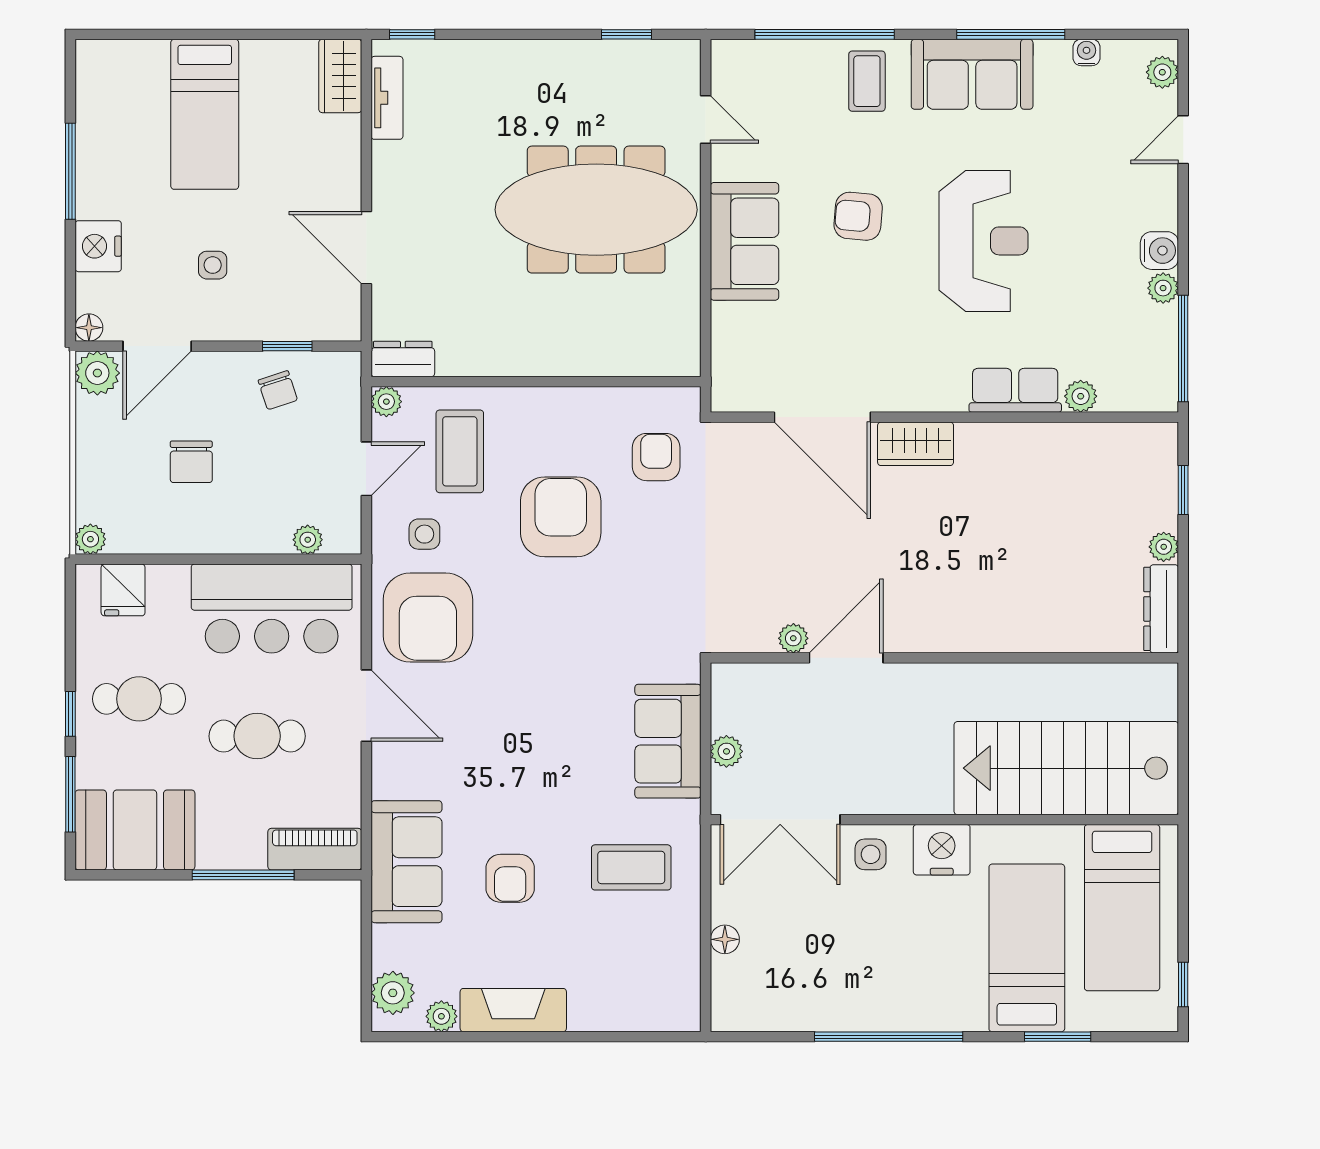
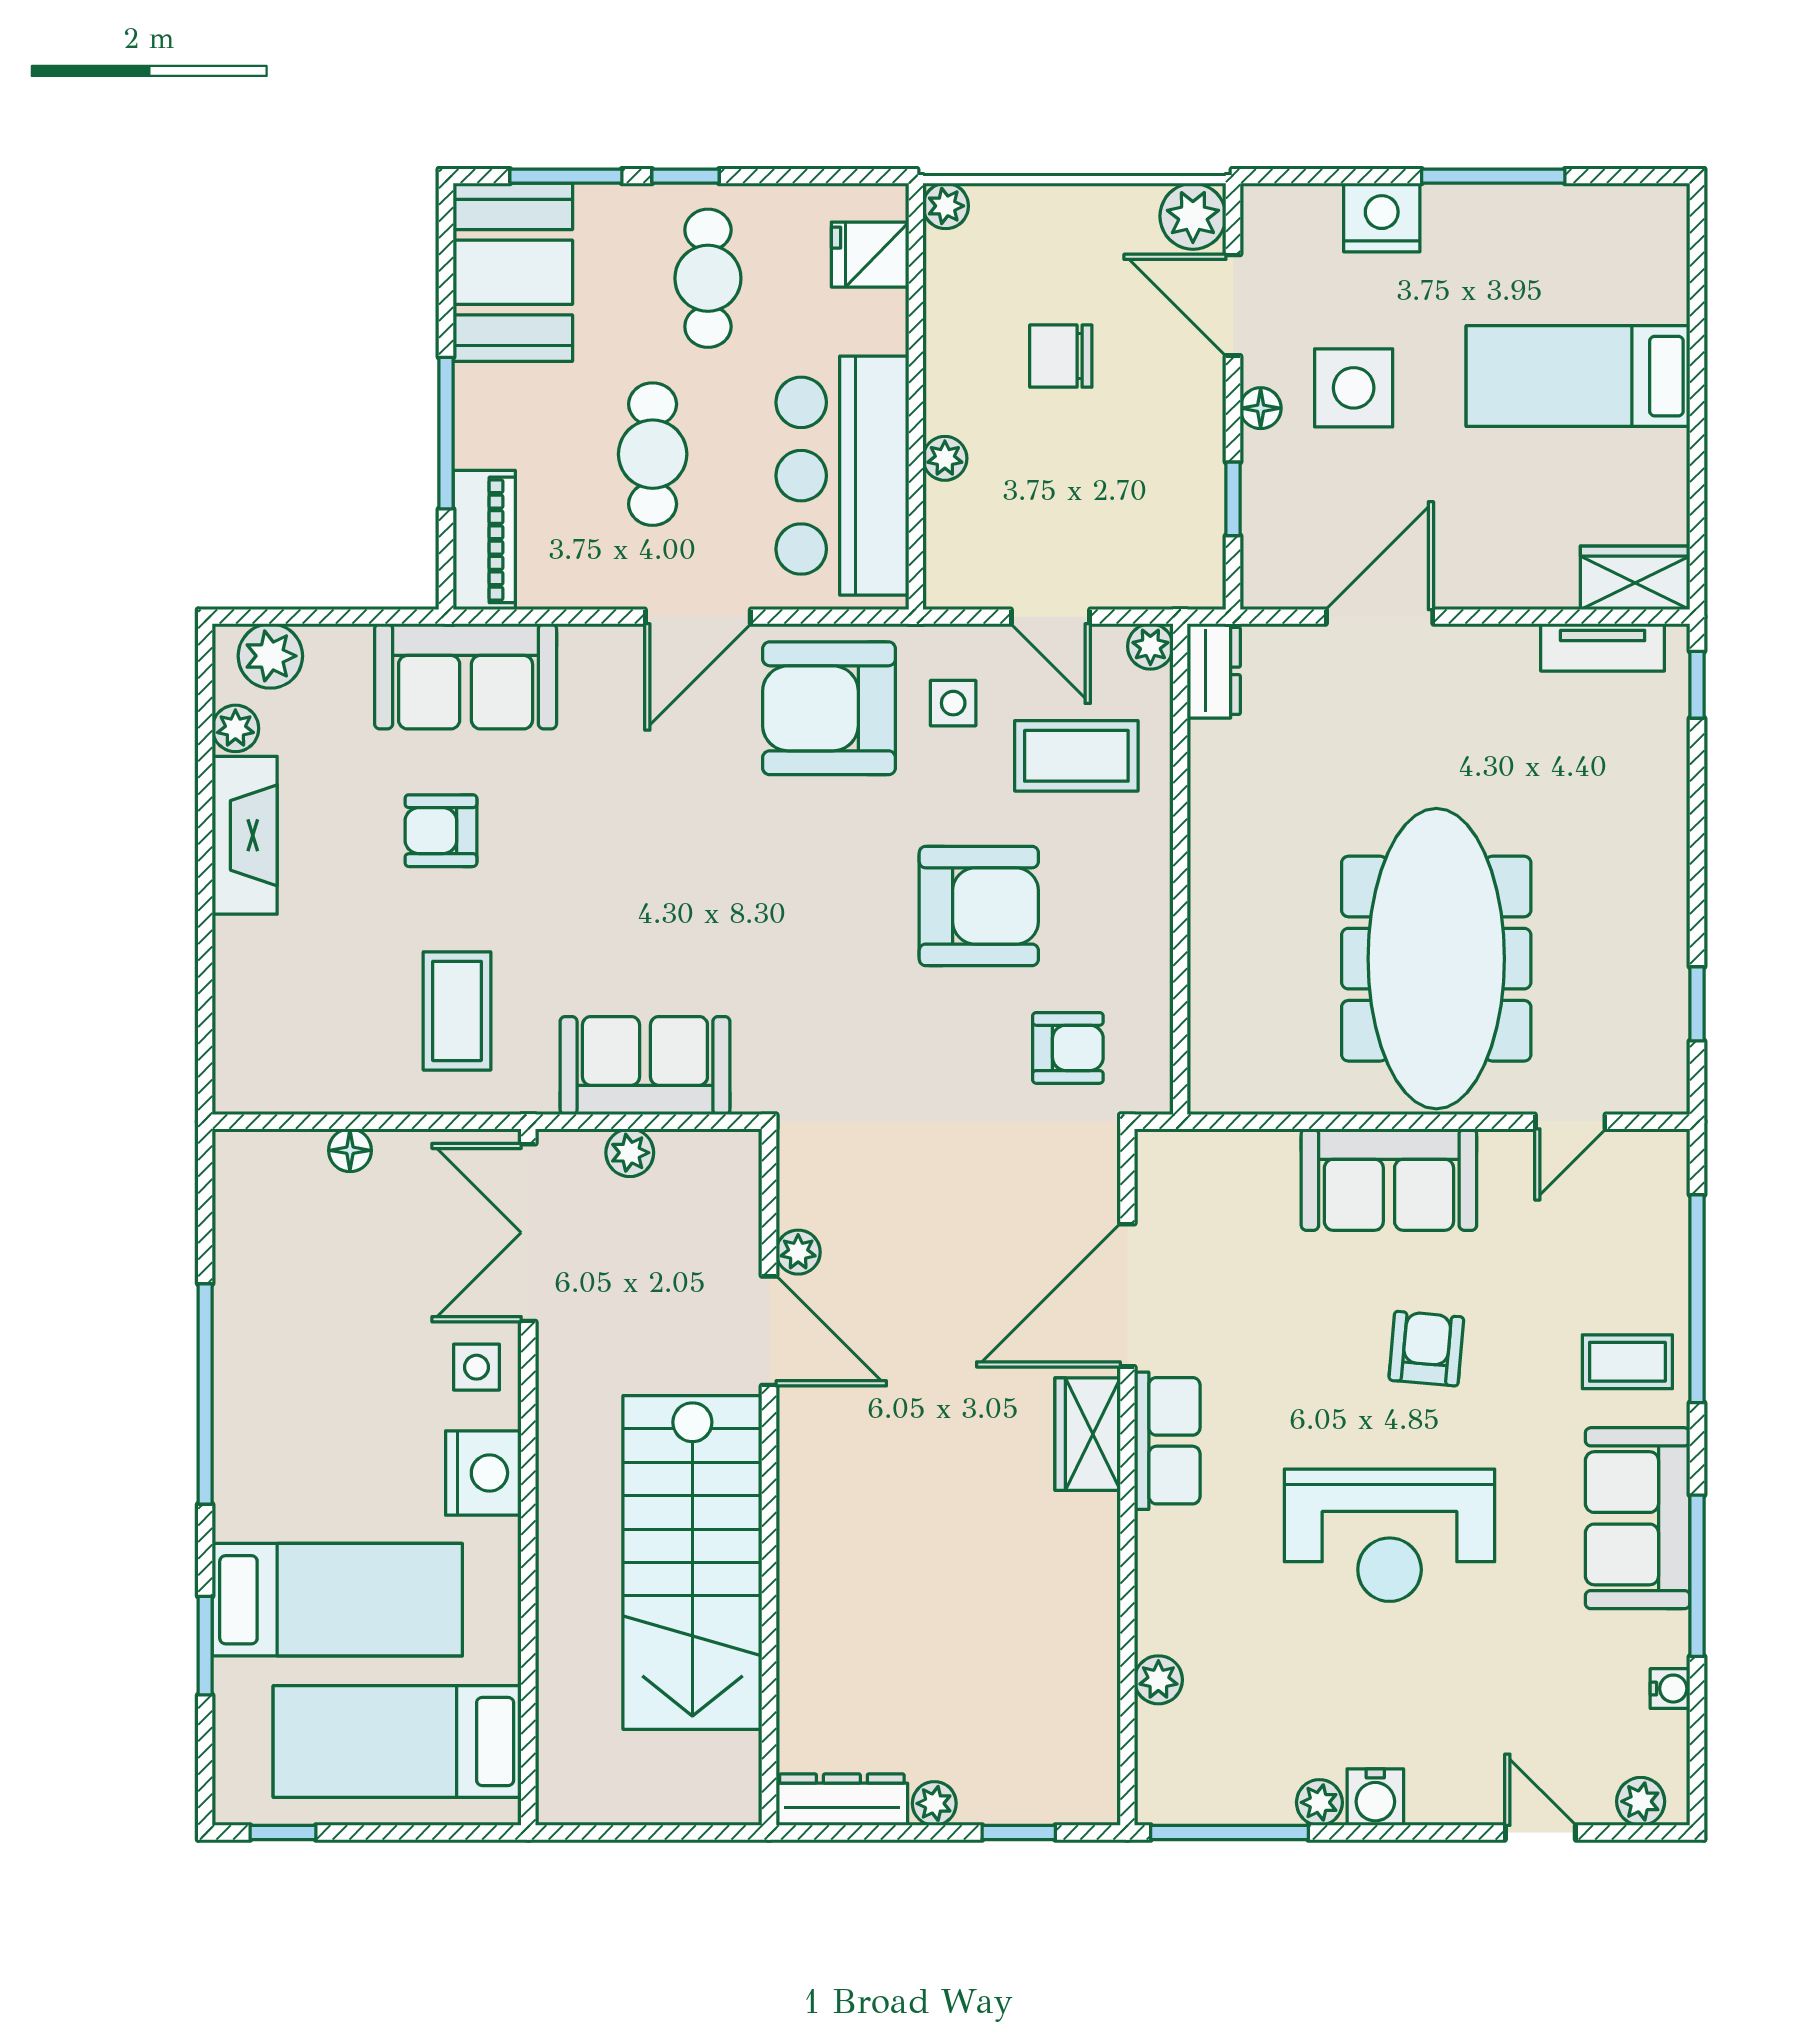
side table: (213, 265) -> (1354, 388), width x1.87, depth x1.87
floor lamp: (89, 328) -> (1261, 408), moved
chair: (278, 390) -> (1167, 485), removed
row of seats: (1015, 390) -> (1167, 1441), moved
plant: (308, 540) -> (945, 458), moved
stairs: (1066, 768) -> (692, 1562), moved, turned 180

